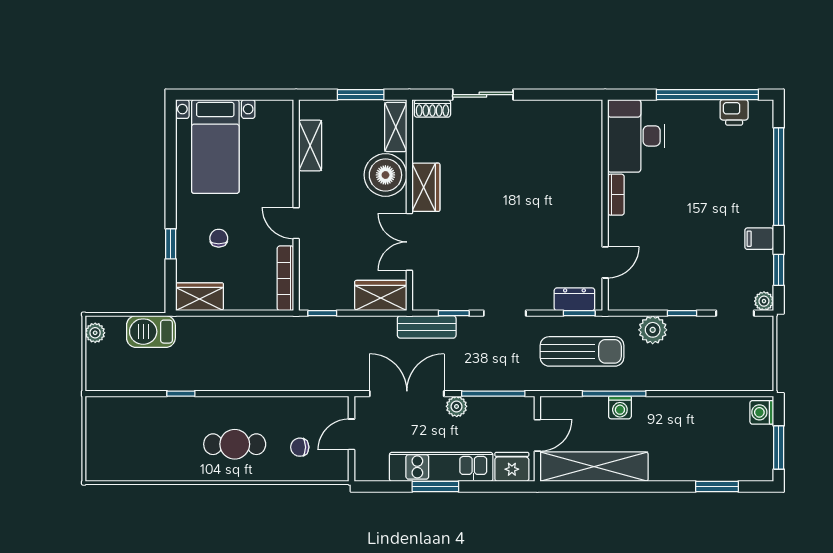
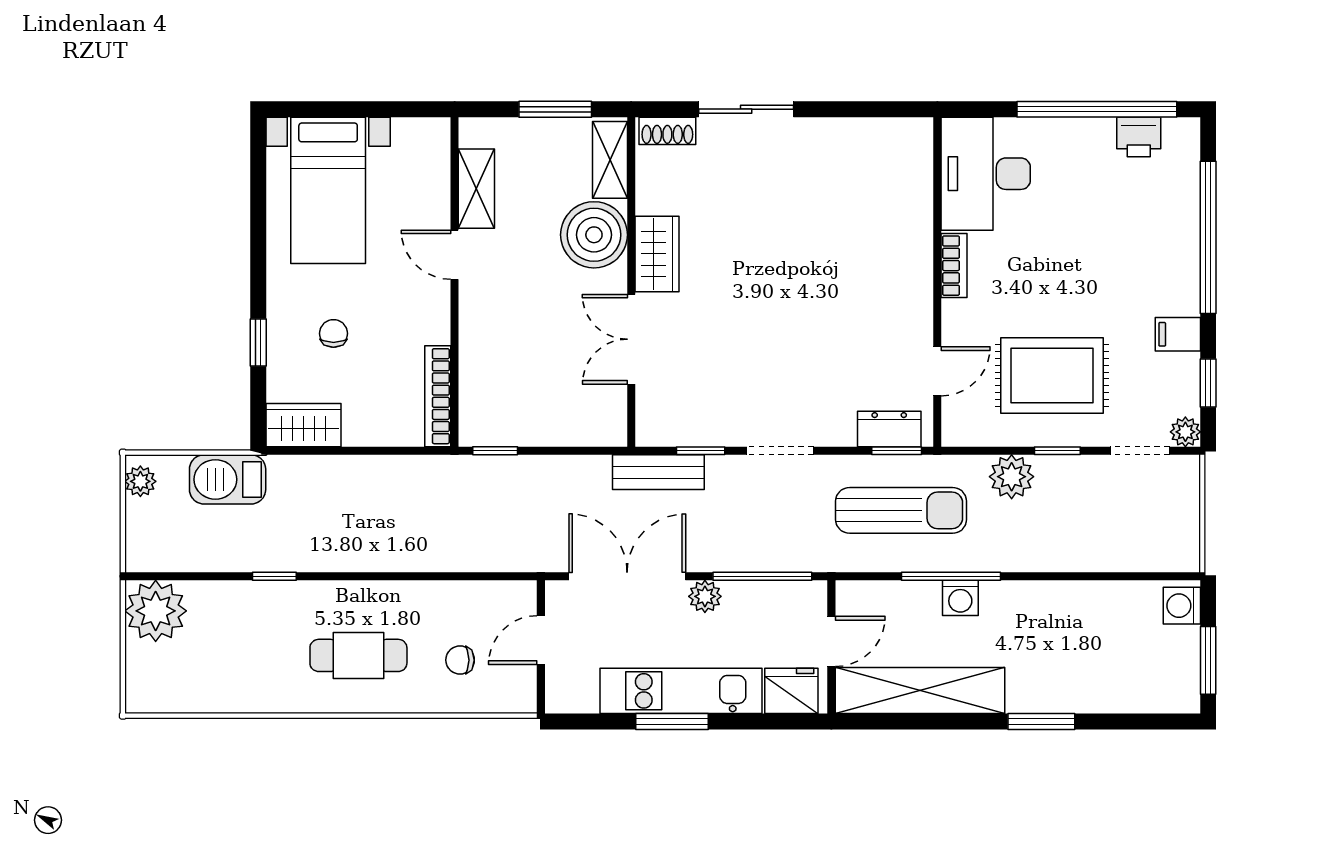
door: (296, 223) -> (455, 255), moved
rug: (679, 265) -> (1052, 375), added
wardrobe: (381, 296) -> (587, 423), removed
plant: (105, 416) -> (156, 611), added
window: (717, 487) -> (1041, 721), moved

